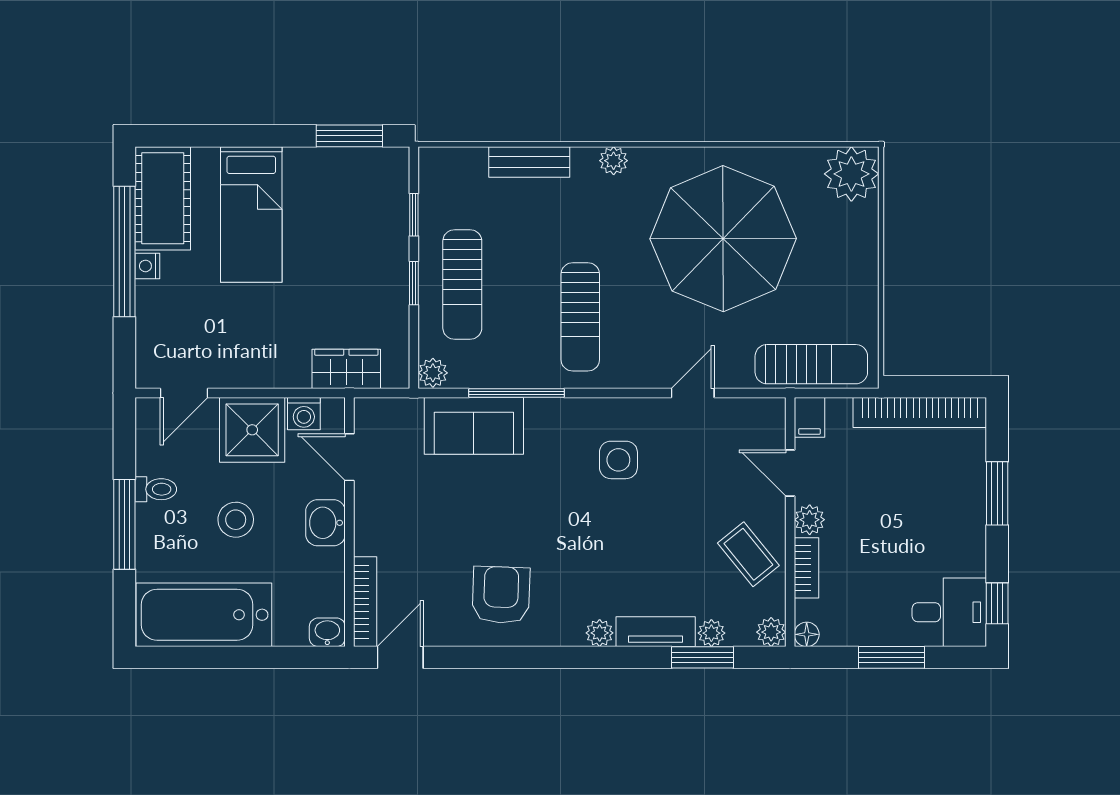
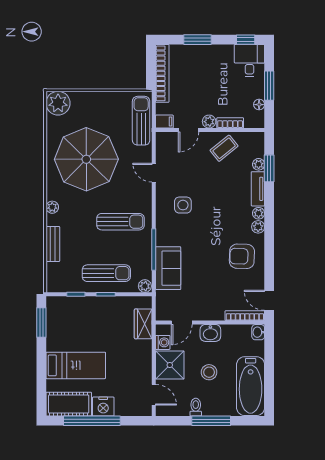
nightstand: (147, 266) -> (103, 407), width x1.89, depth x1.79
plant: (771, 632) -> (258, 227), moved
floor lamp: (807, 634) -> (259, 105), moved

